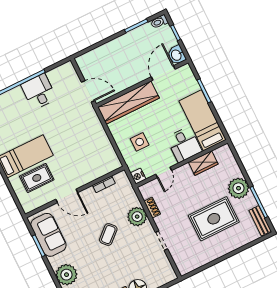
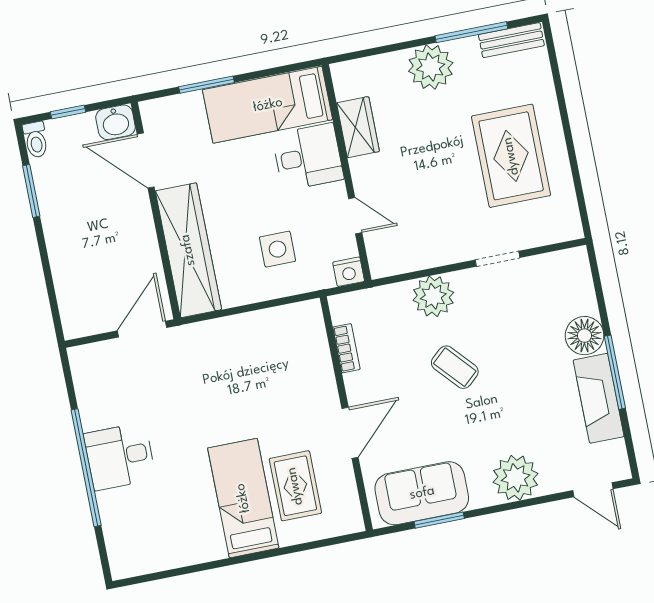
desk: (39, 92) -> (120, 456), moved
shoe rack: (152, 208) -> (423, 260), removed
rug: (214, 219) -> (511, 156), moved

